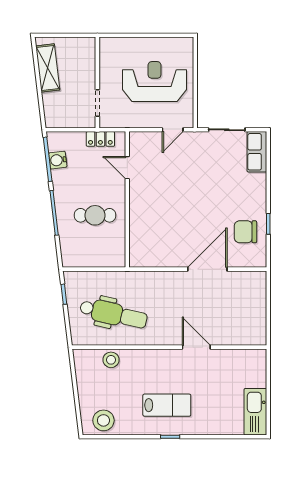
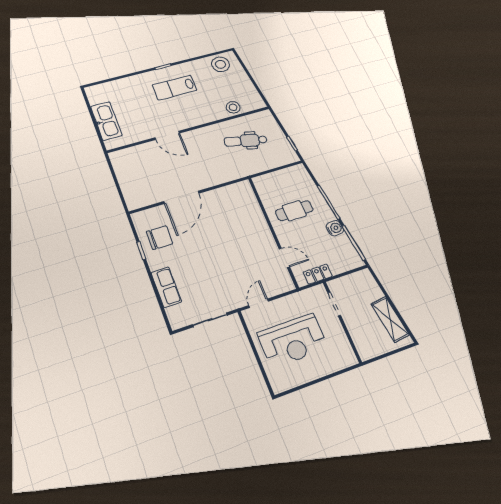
row of seats: (257, 152) -> (166, 287), moved
water cooler: (58, 160) -> (335, 228), moved
dental chair: (114, 314) -> (246, 141), width x0.73, depth x0.72
kitchen sink: (255, 412) -> (106, 121), moved

